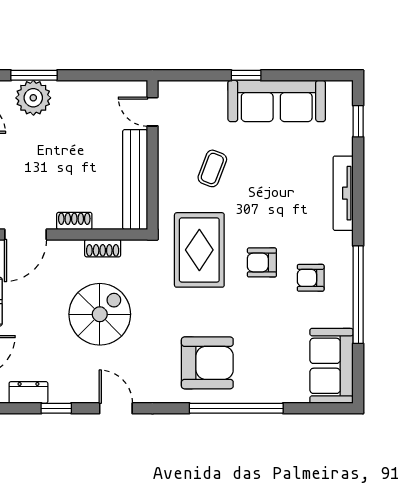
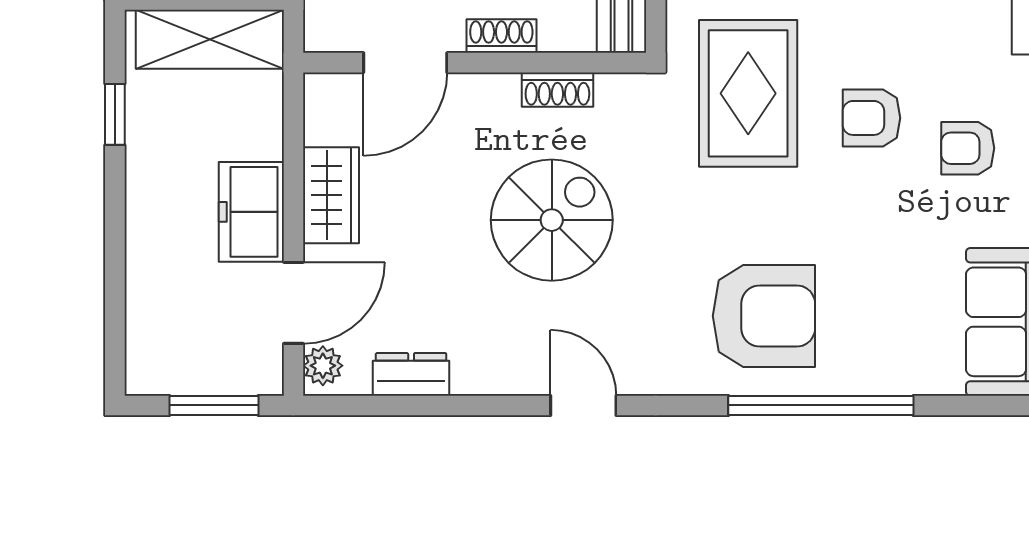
window: (56, 408) -> (466, 405), removed

